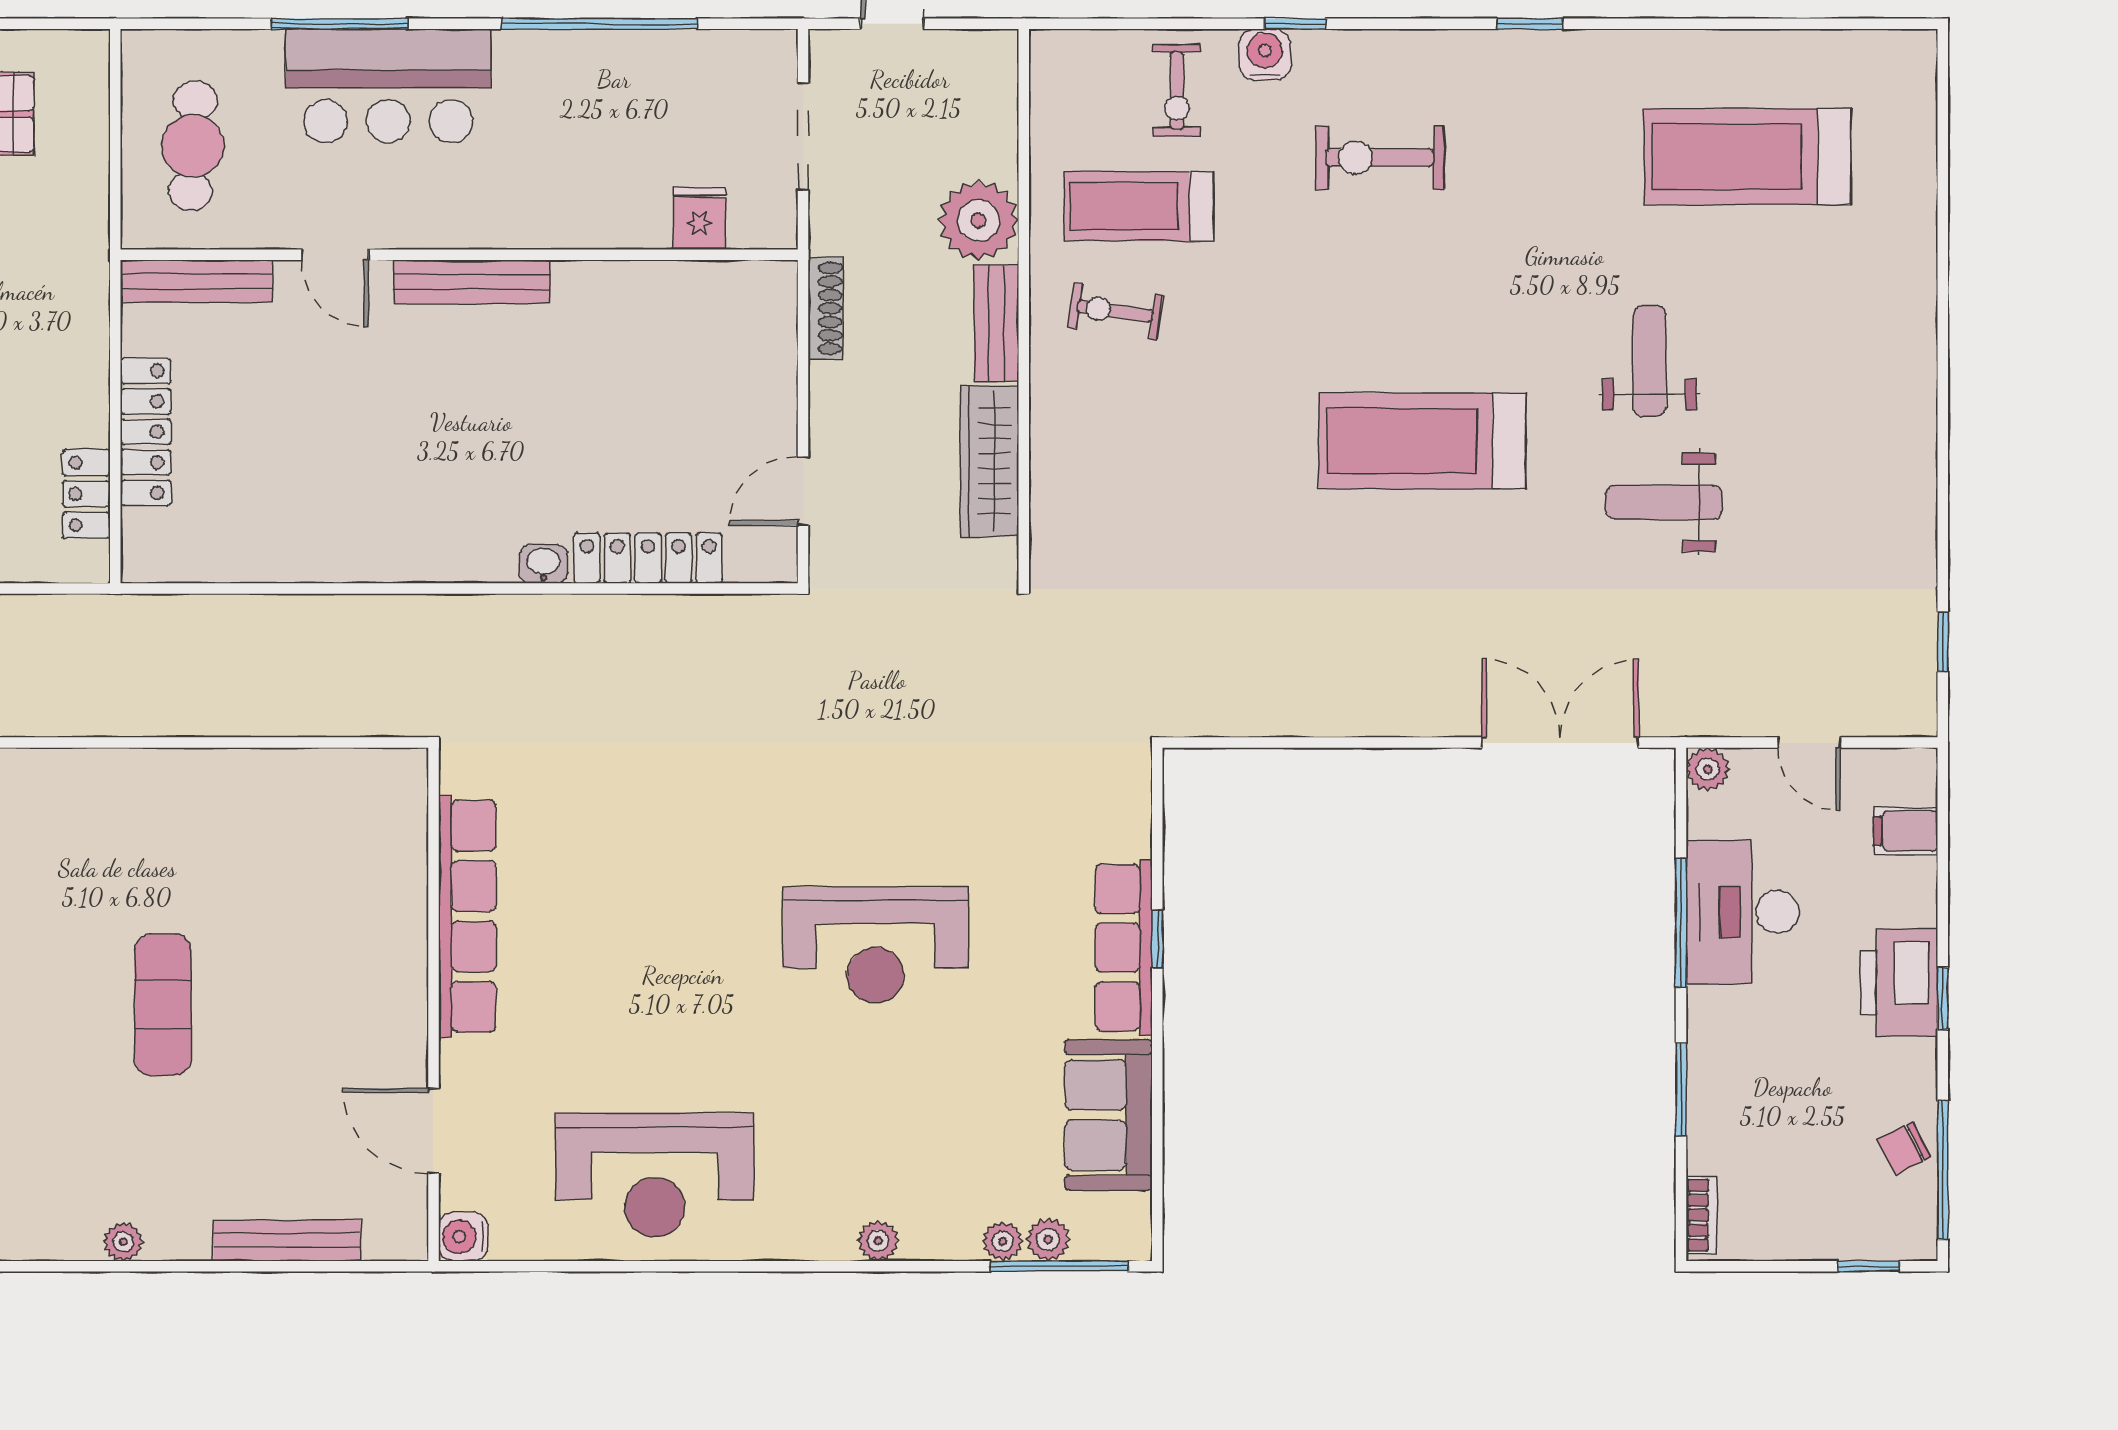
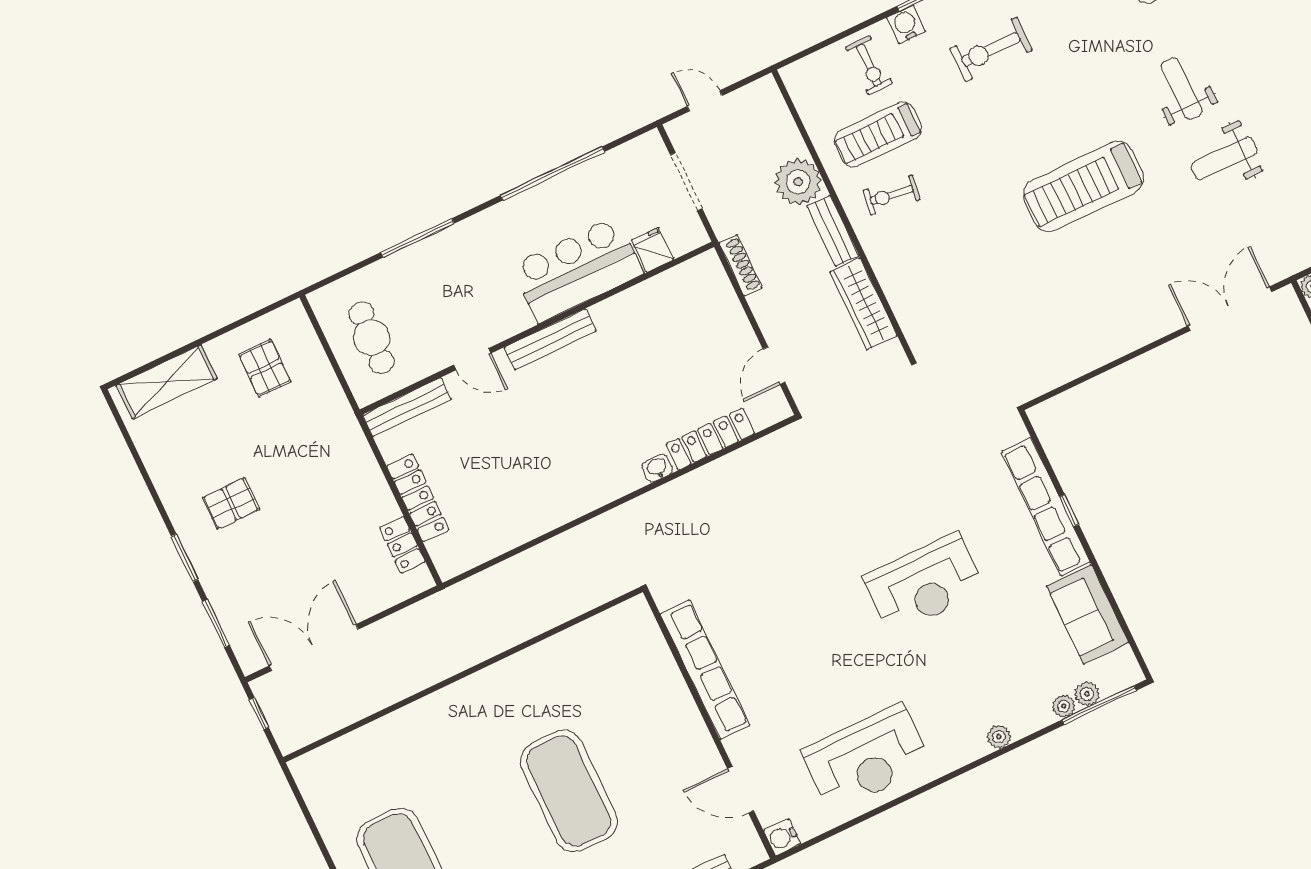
bar counter: (388, 86) -> (577, 269), moved, turned 180
row of seats: (1124, 948) -> (1046, 507), width x1.36
exercise mat: (163, 1004) -> (569, 791), width x2.00, depth x1.45

